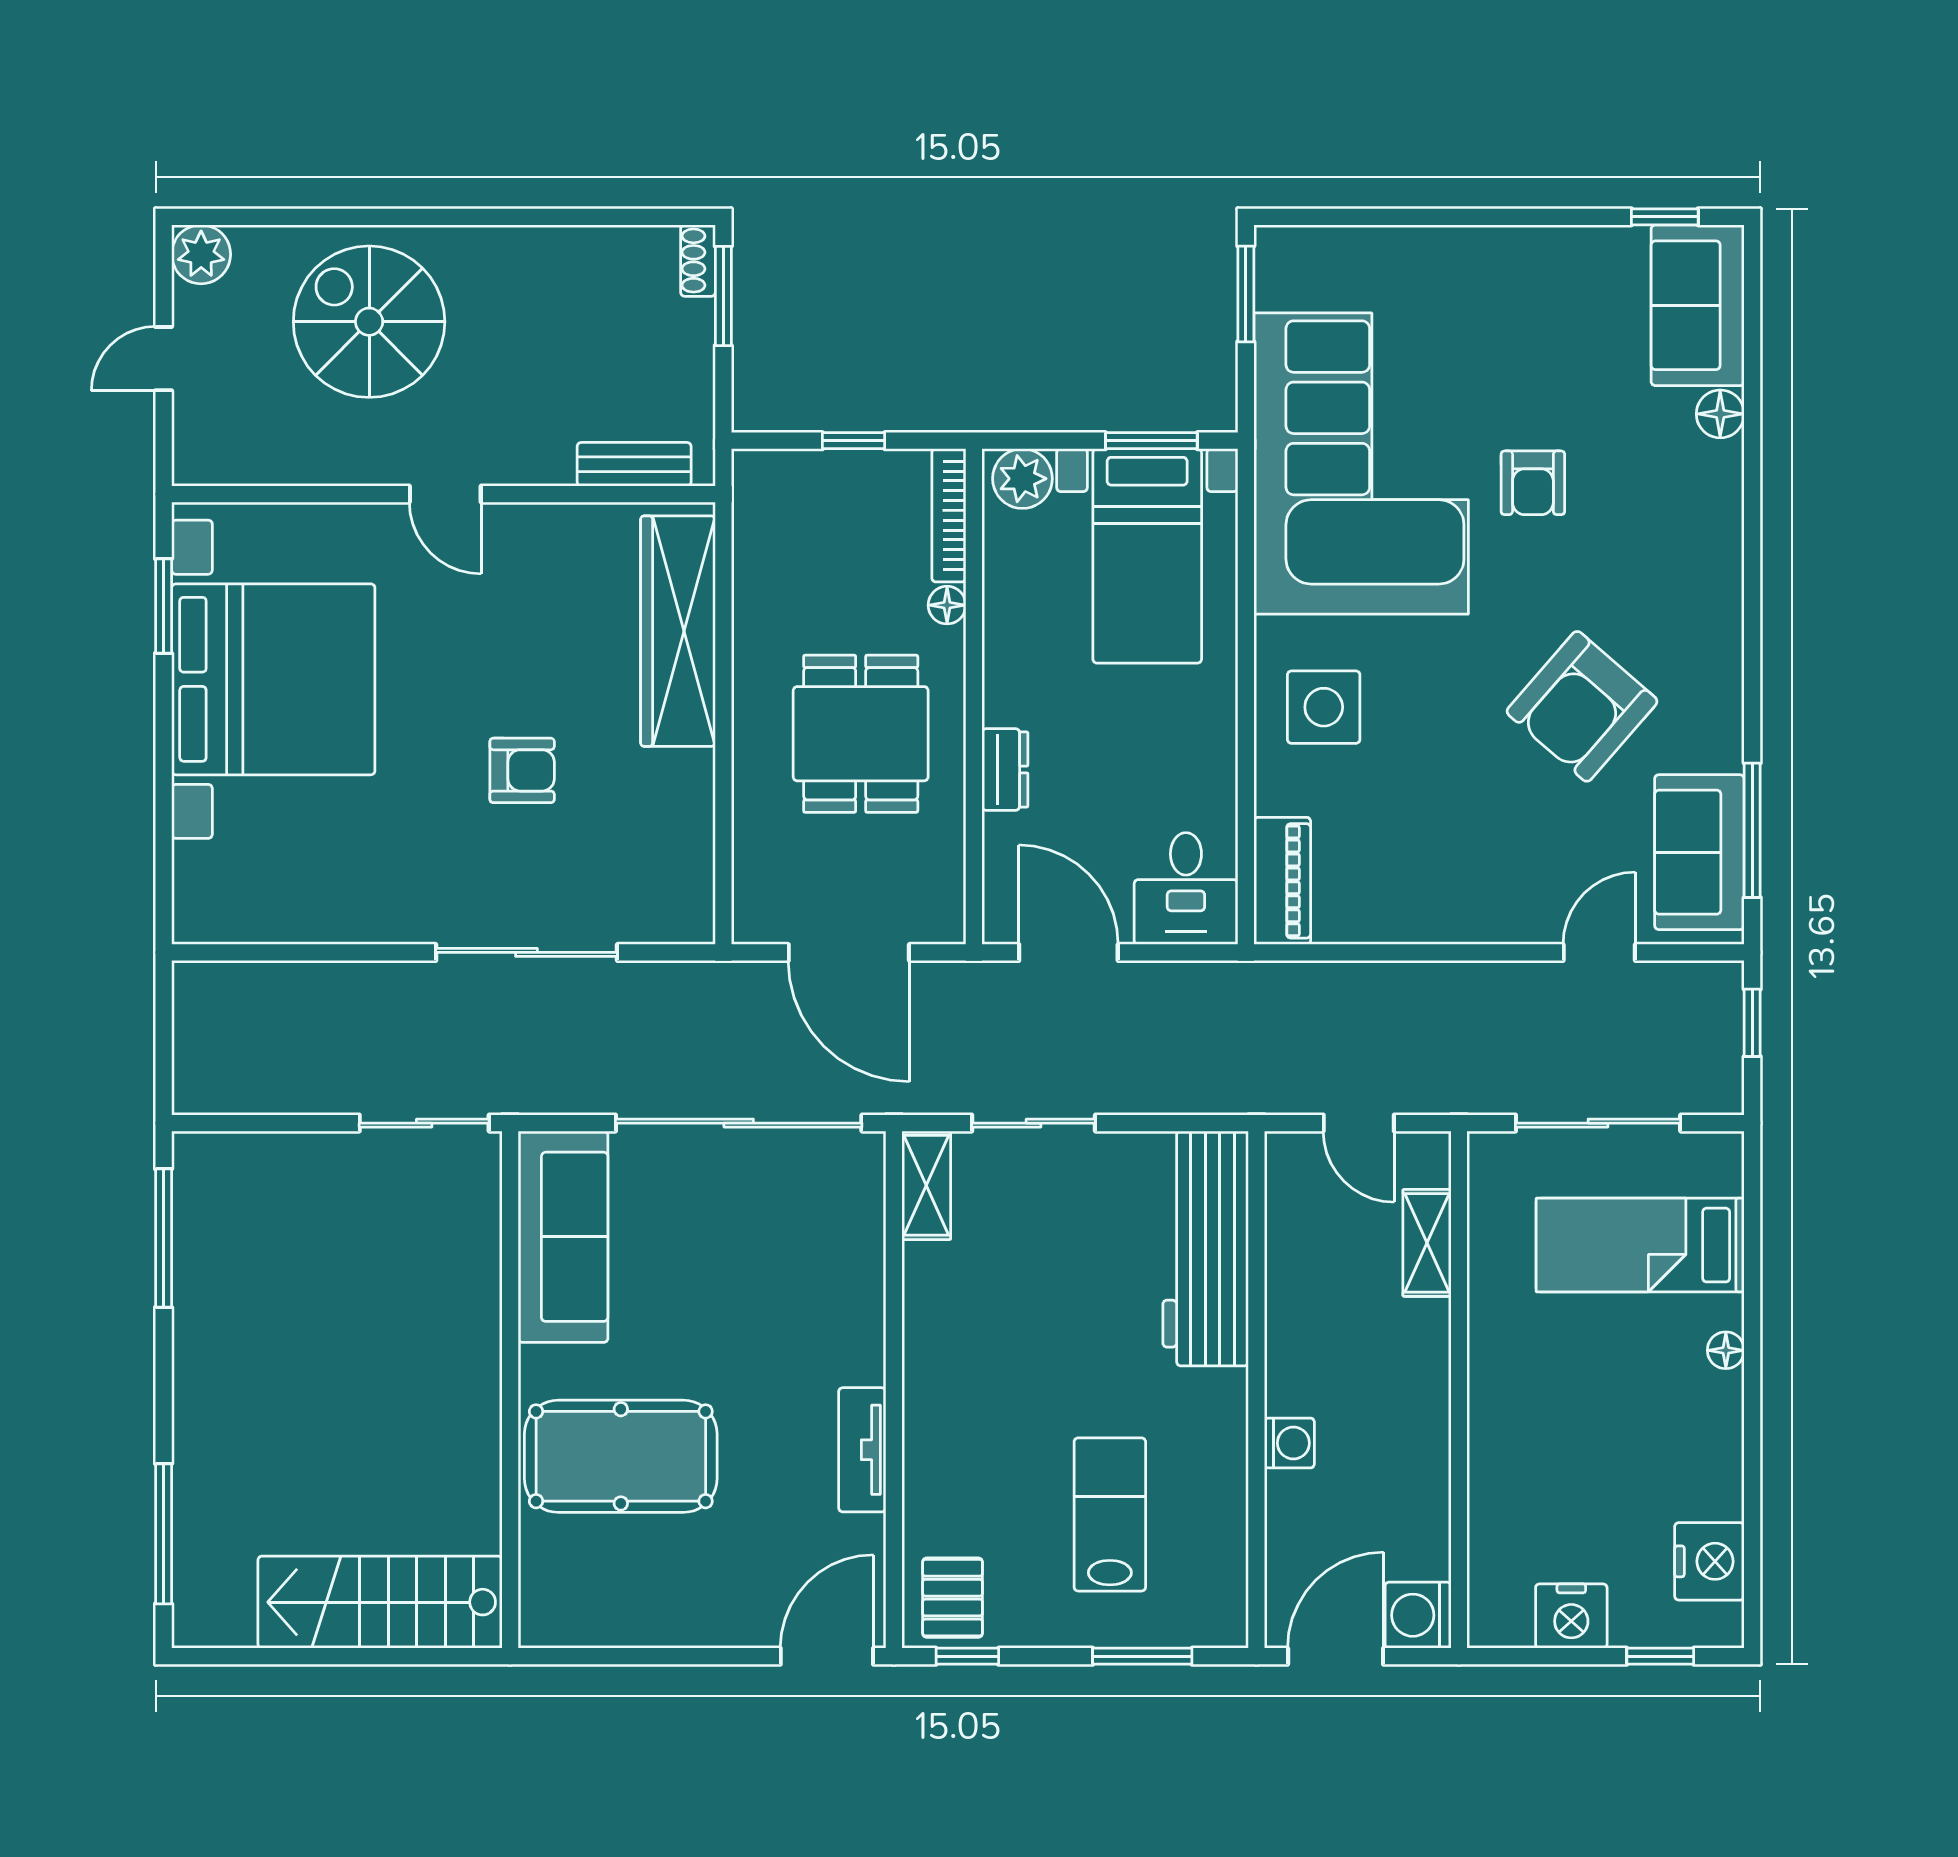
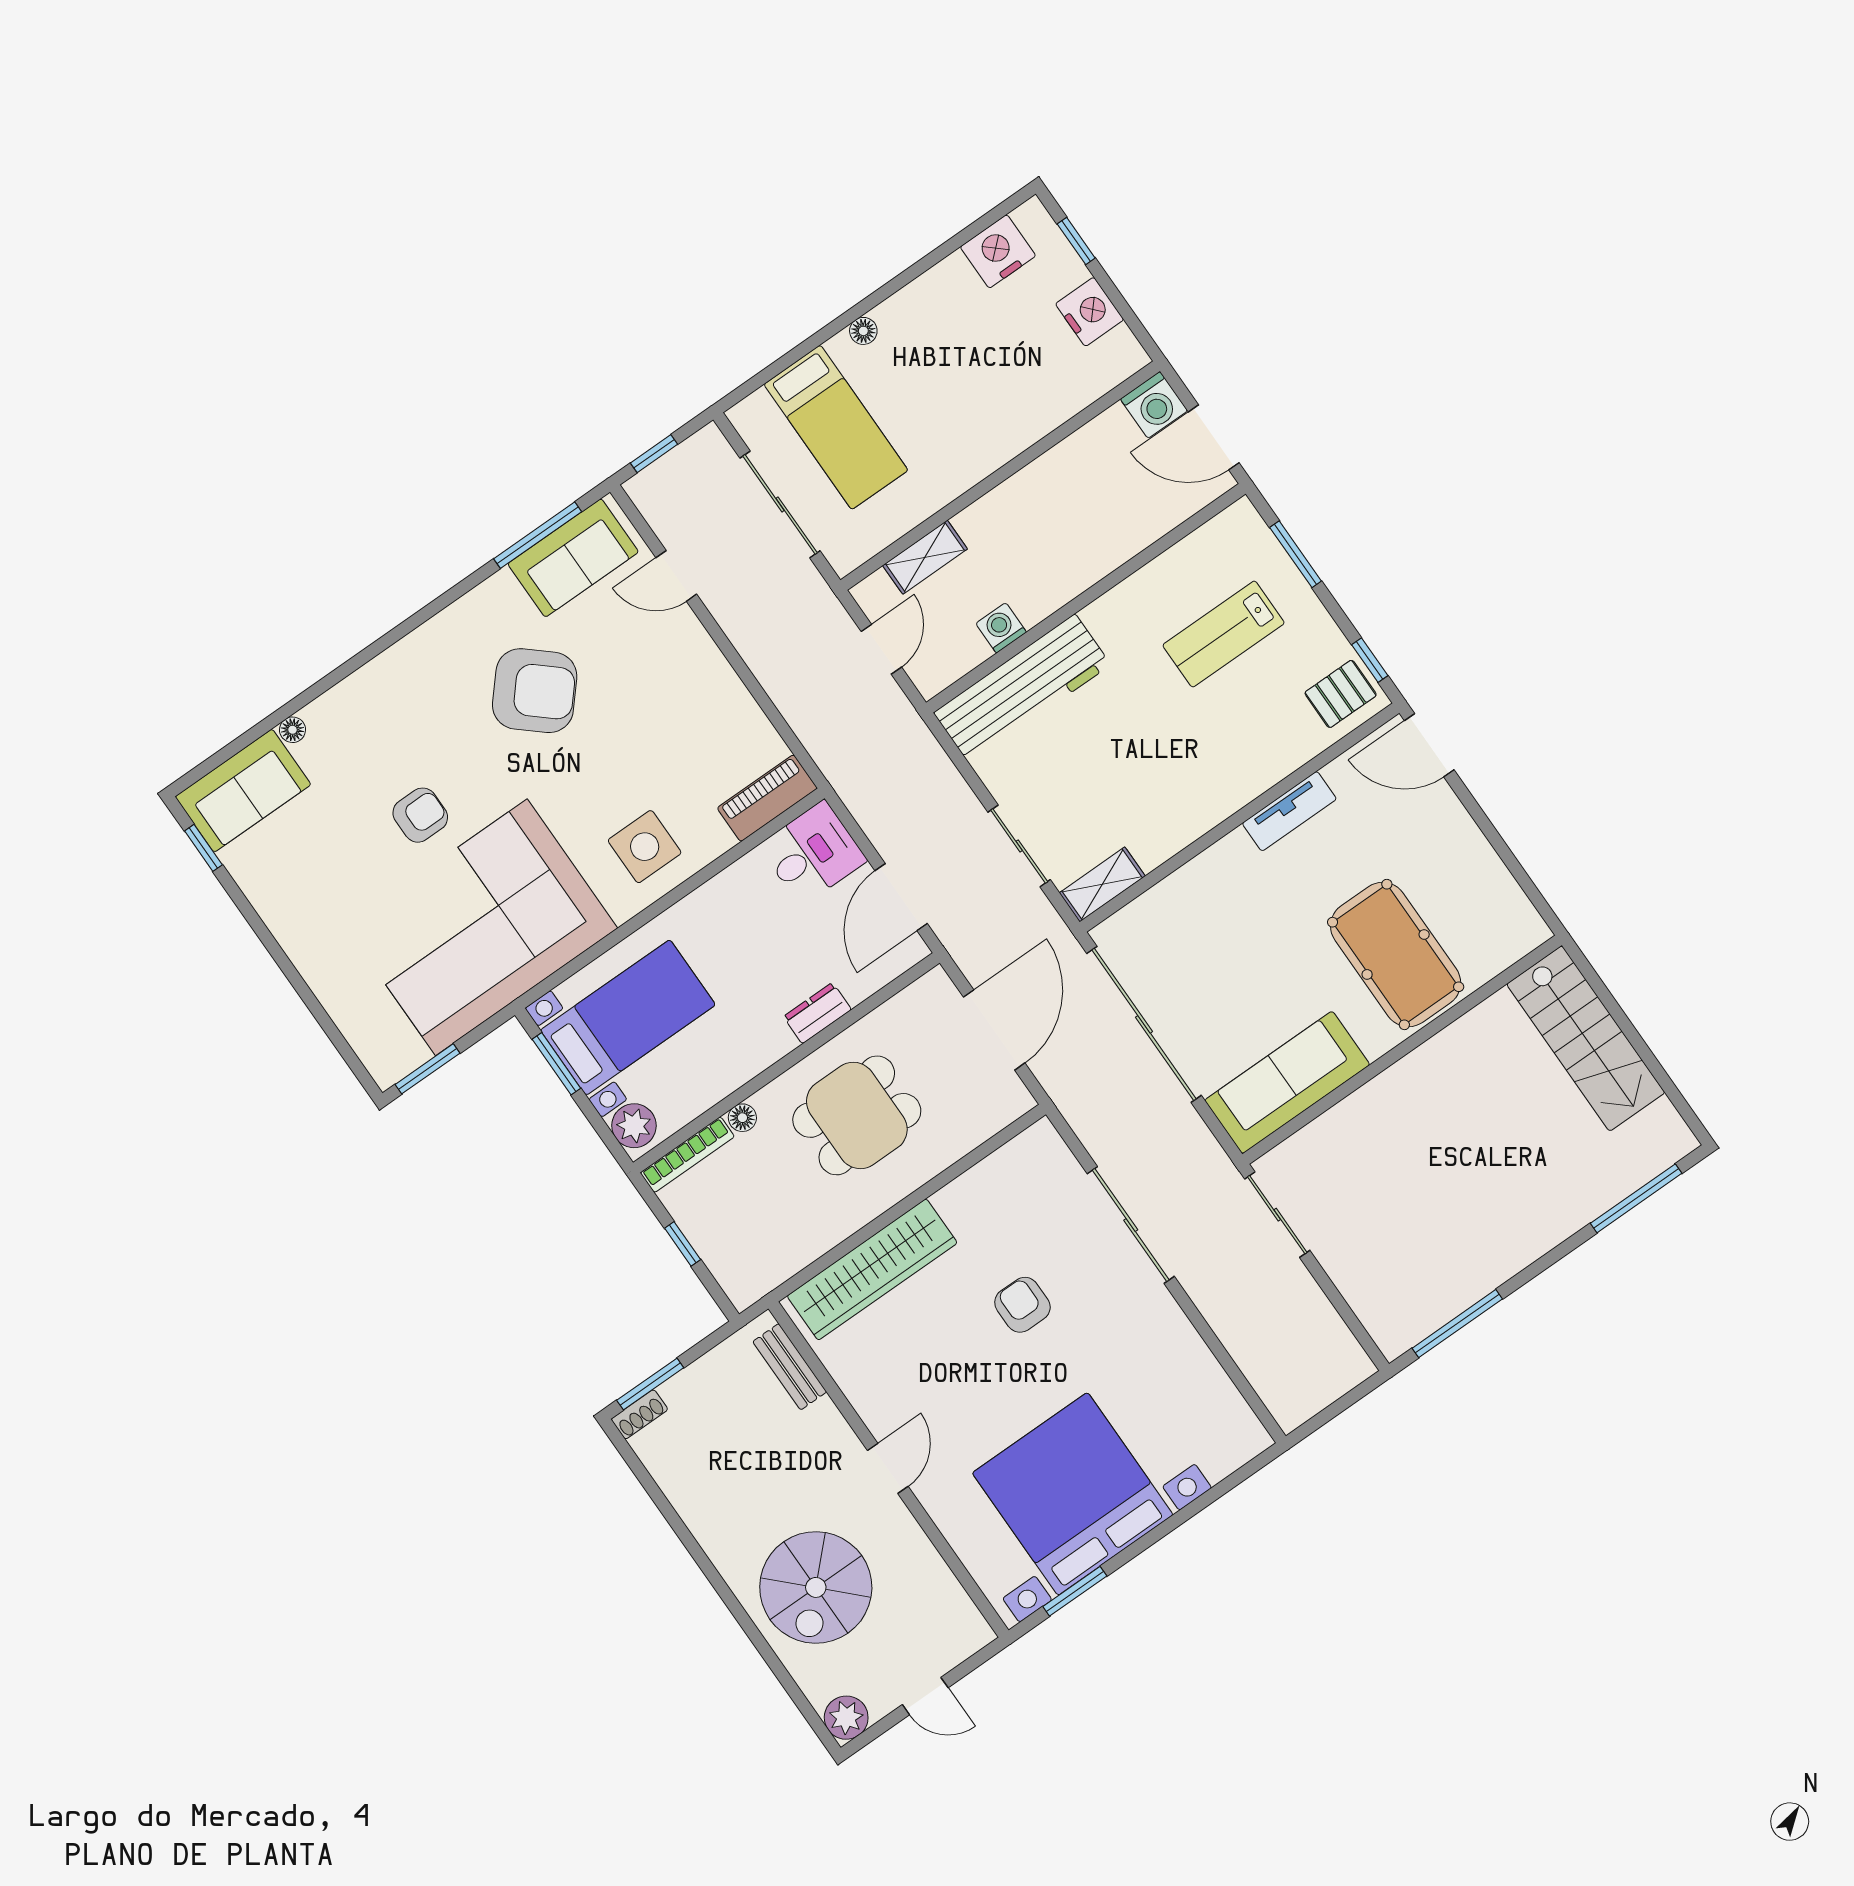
floor lamp: (1720, 414) -> (293, 730), width x0.73, depth x0.73
washing machine: (1289, 1443) -> (1001, 628), moved

